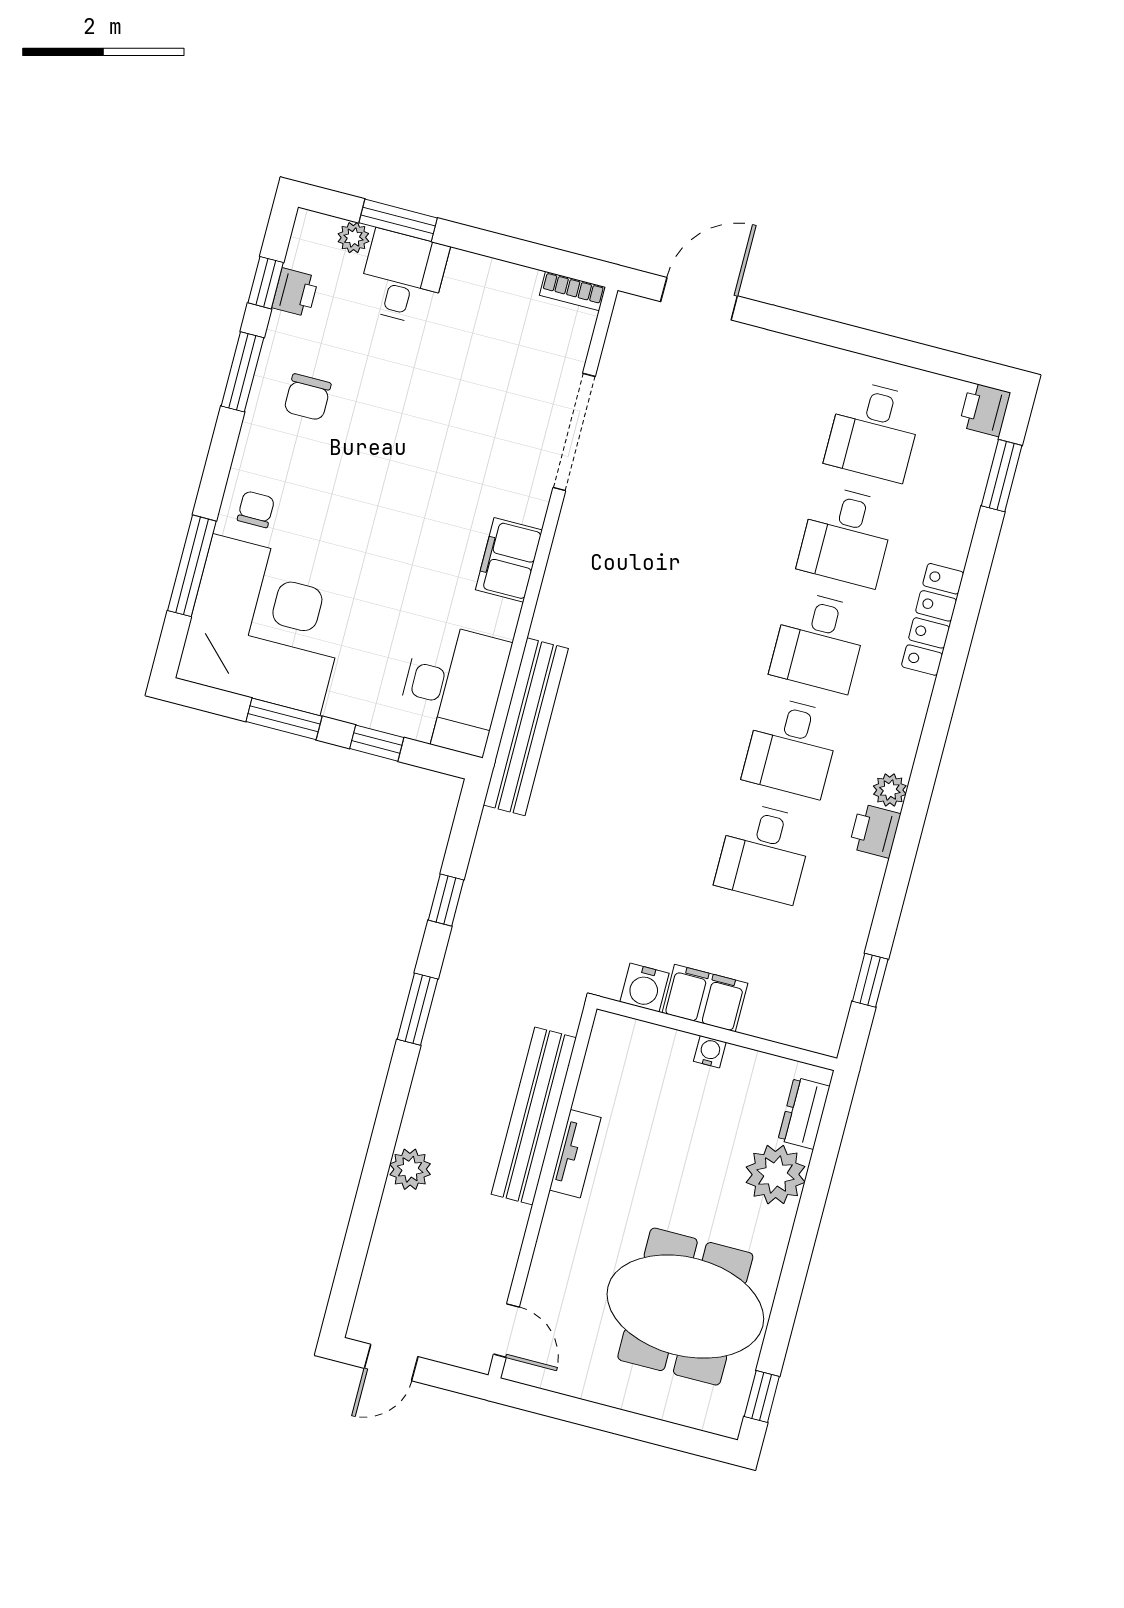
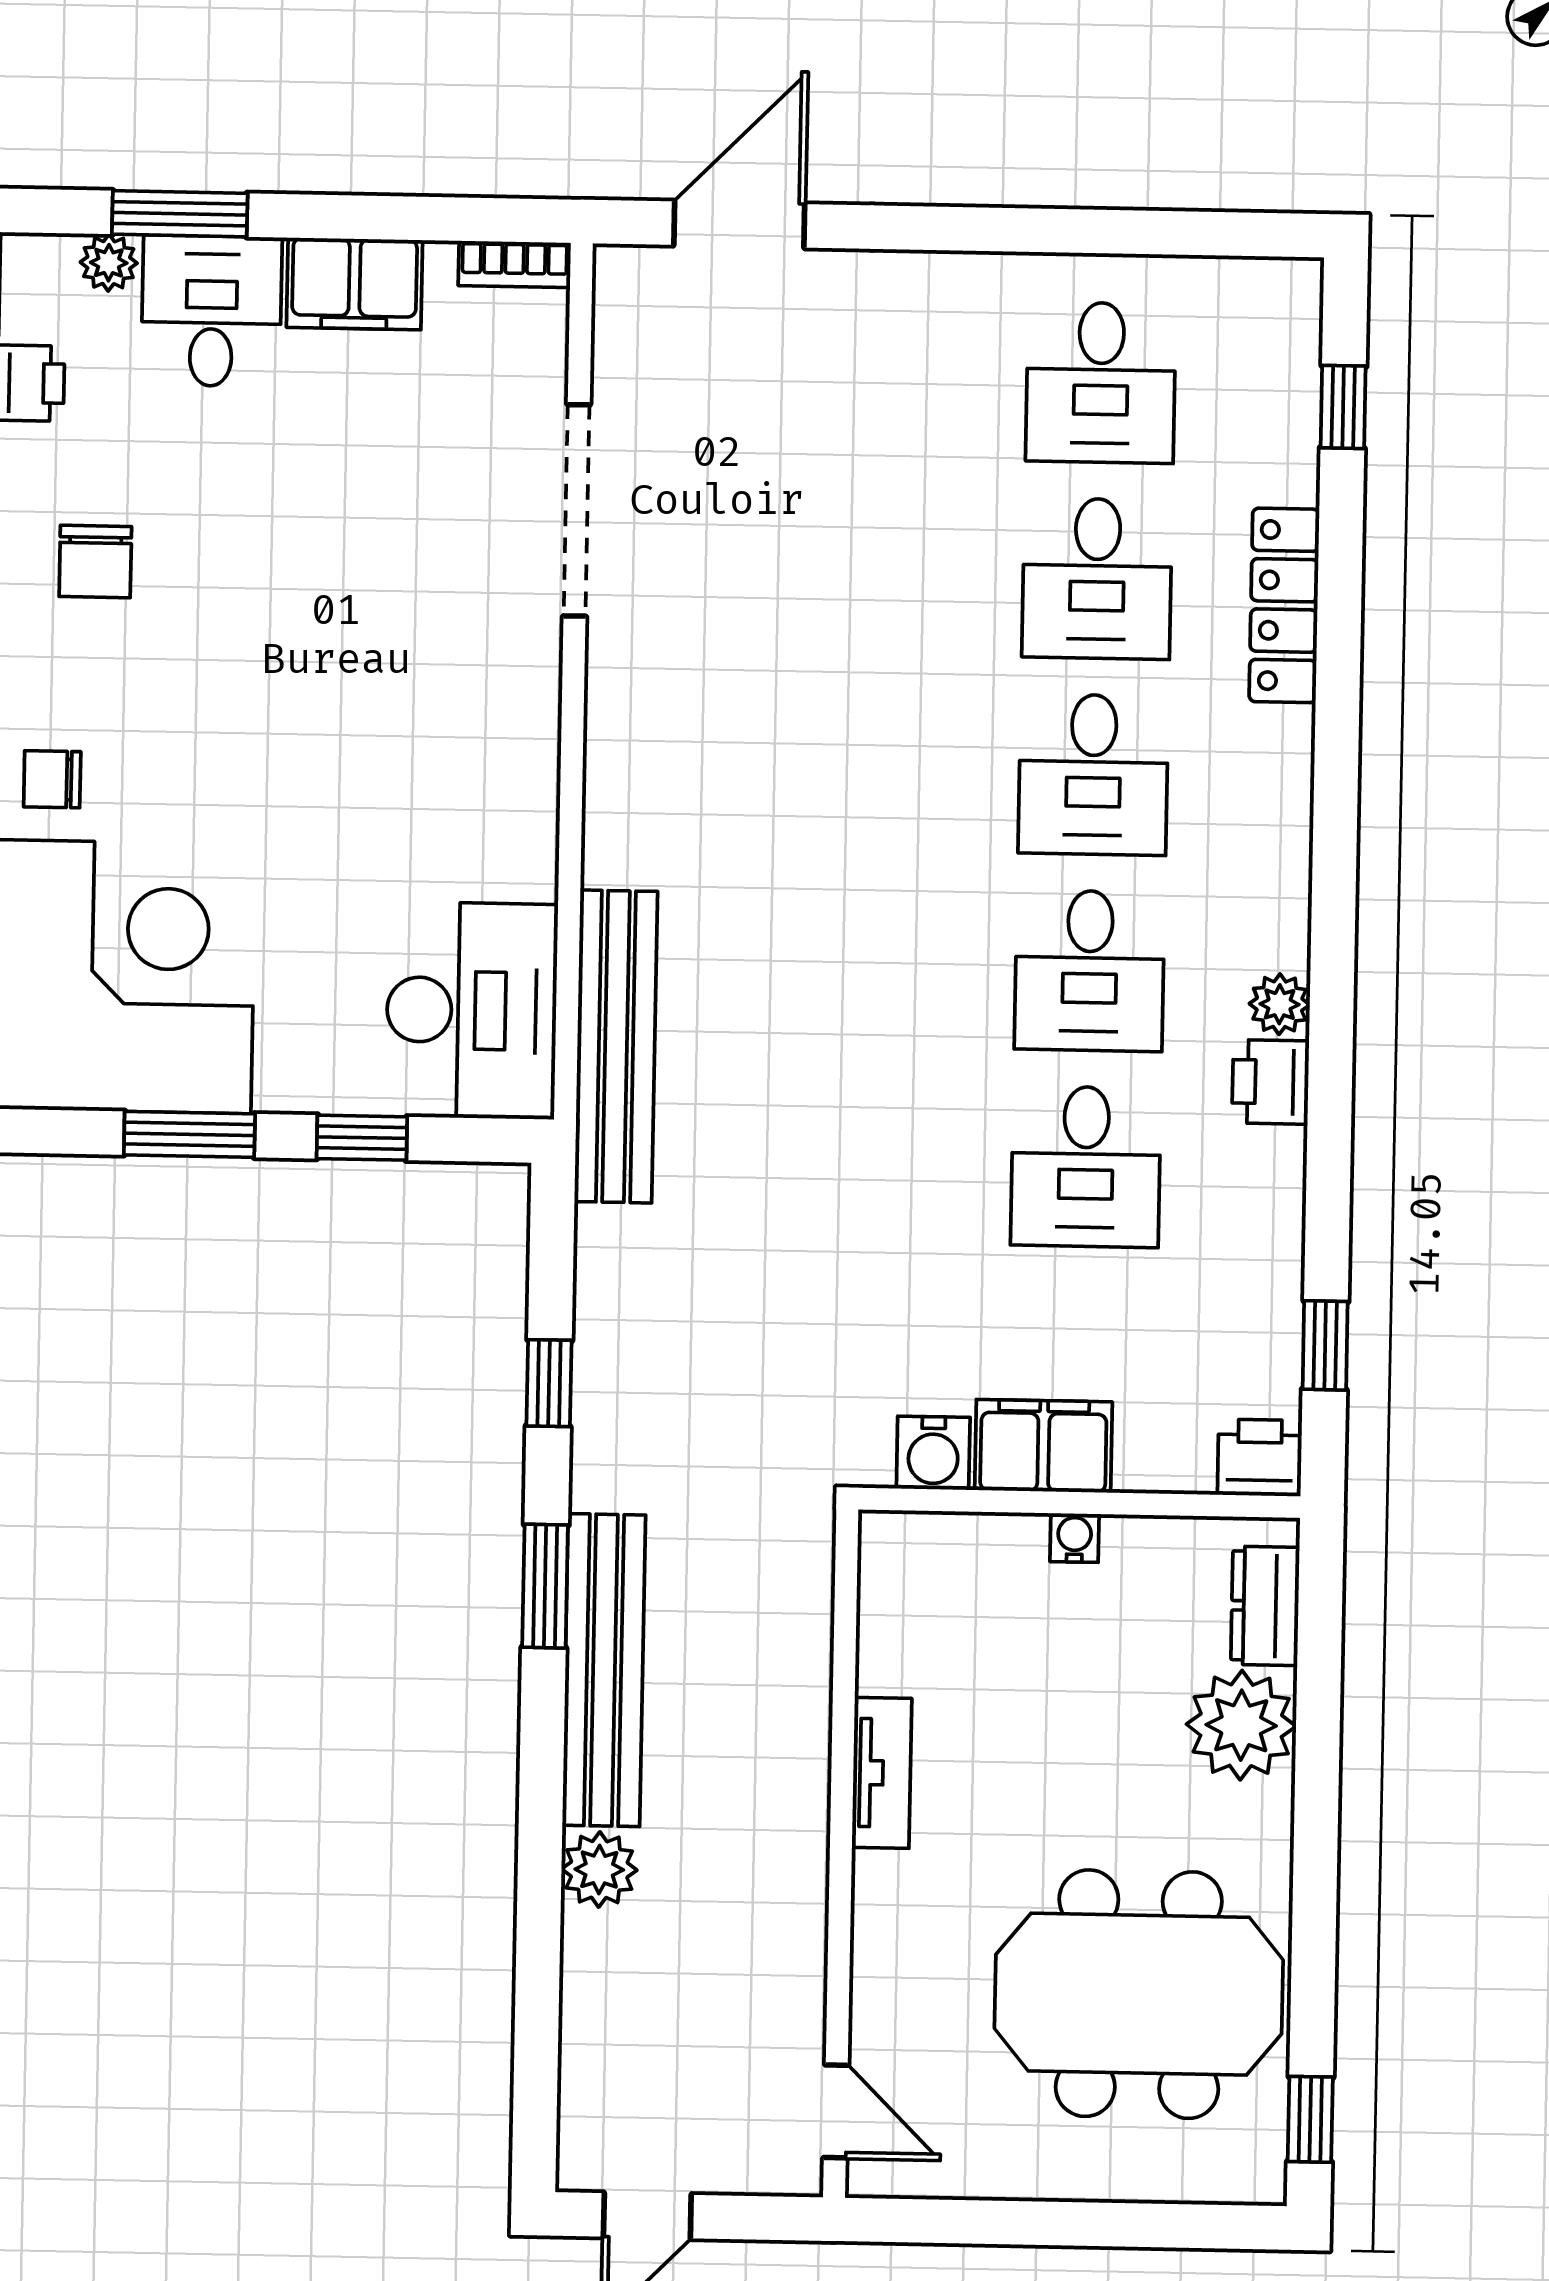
printer: (985, 409) -> (1260, 1458), moved, turned 90
window: (1002, 476) -> (1343, 407), width x0.67
chair: (256, 509) -> (52, 779), turned -90
filing cabinet: (509, 560) -> (354, 284), moved, turned -90
locker: (933, 619) -> (1284, 605), moved
bench: (534, 1116) -> (604, 1670), moved

